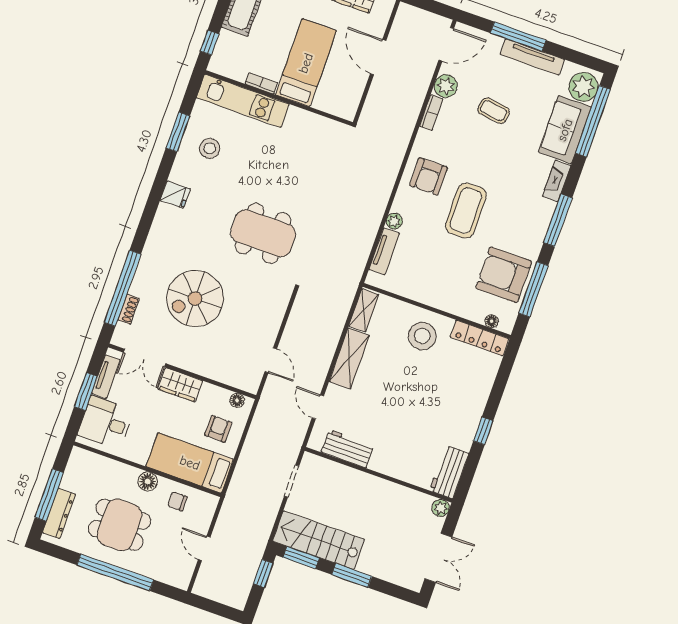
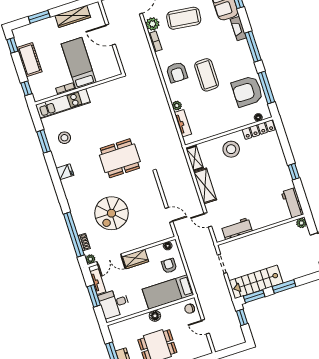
coffee table: (494, 111) -> (184, 18), width x1.86, depth x1.72
plant: (119, 339) -> (90, 259), added
chair: (177, 501) -> (190, 309), moved

